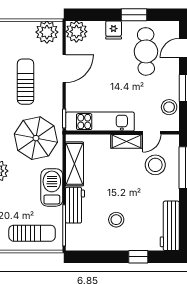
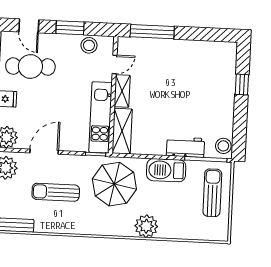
door: (64, 69) -> (44, 152), hinge flipped
door: (152, 133) -> (115, 64), hinge flipped
shelving: (74, 164) -> (122, 131), moved, turned 90
stool: (155, 165) -> (148, 62), removed
stool: (116, 220) -> (223, 146), moved
workbench: (170, 226) -> (211, 50), removed

